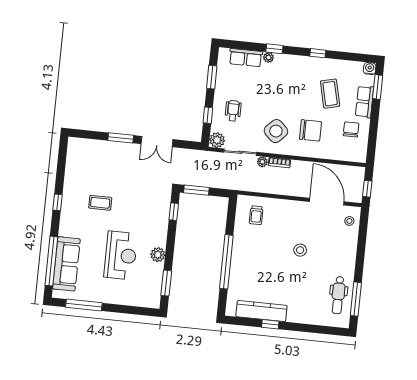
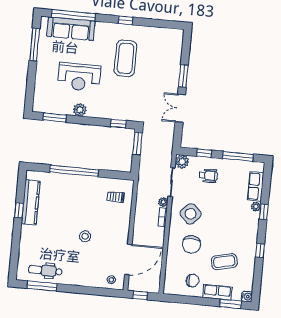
window: (212, 77) -> (238, 156), width x1.44
coffee table: (100, 203) -> (126, 58), width x1.86, depth x1.72

